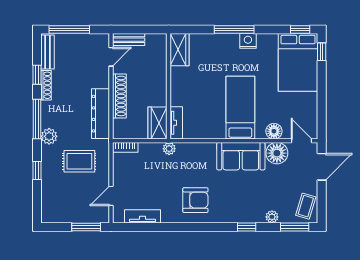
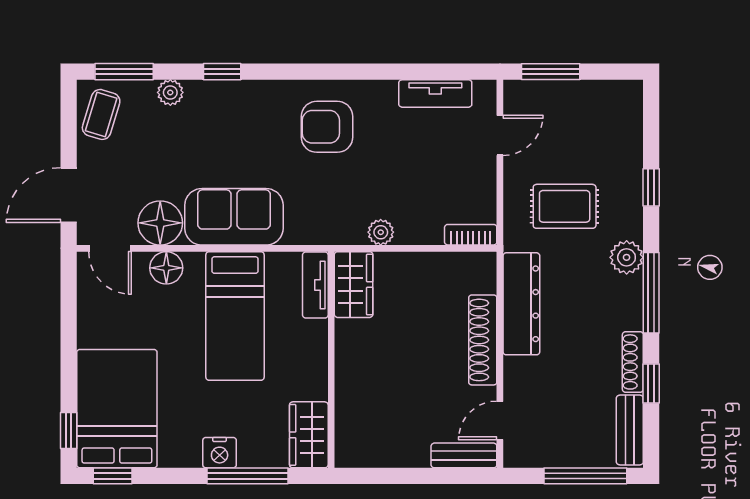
wardrobe: (179, 50) -> (309, 435), moved
wall: (168, 86) -> (331, 360), moved
wardrobe: (158, 123) -> (354, 285), moved
tv unit: (176, 123) -> (315, 285), moved

